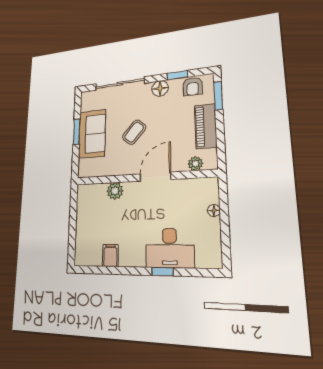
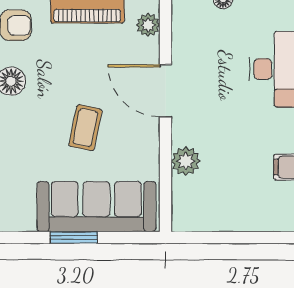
coffee table: (134, 132) -> (85, 128), turned 61
sofa: (92, 134) -> (96, 207), width x1.36

